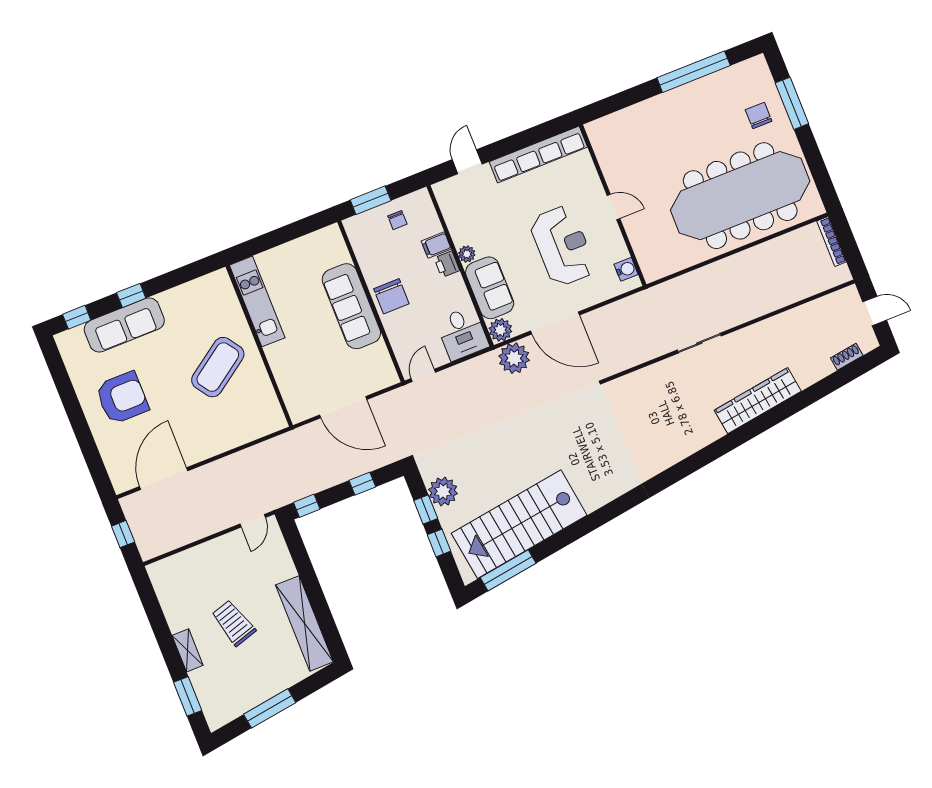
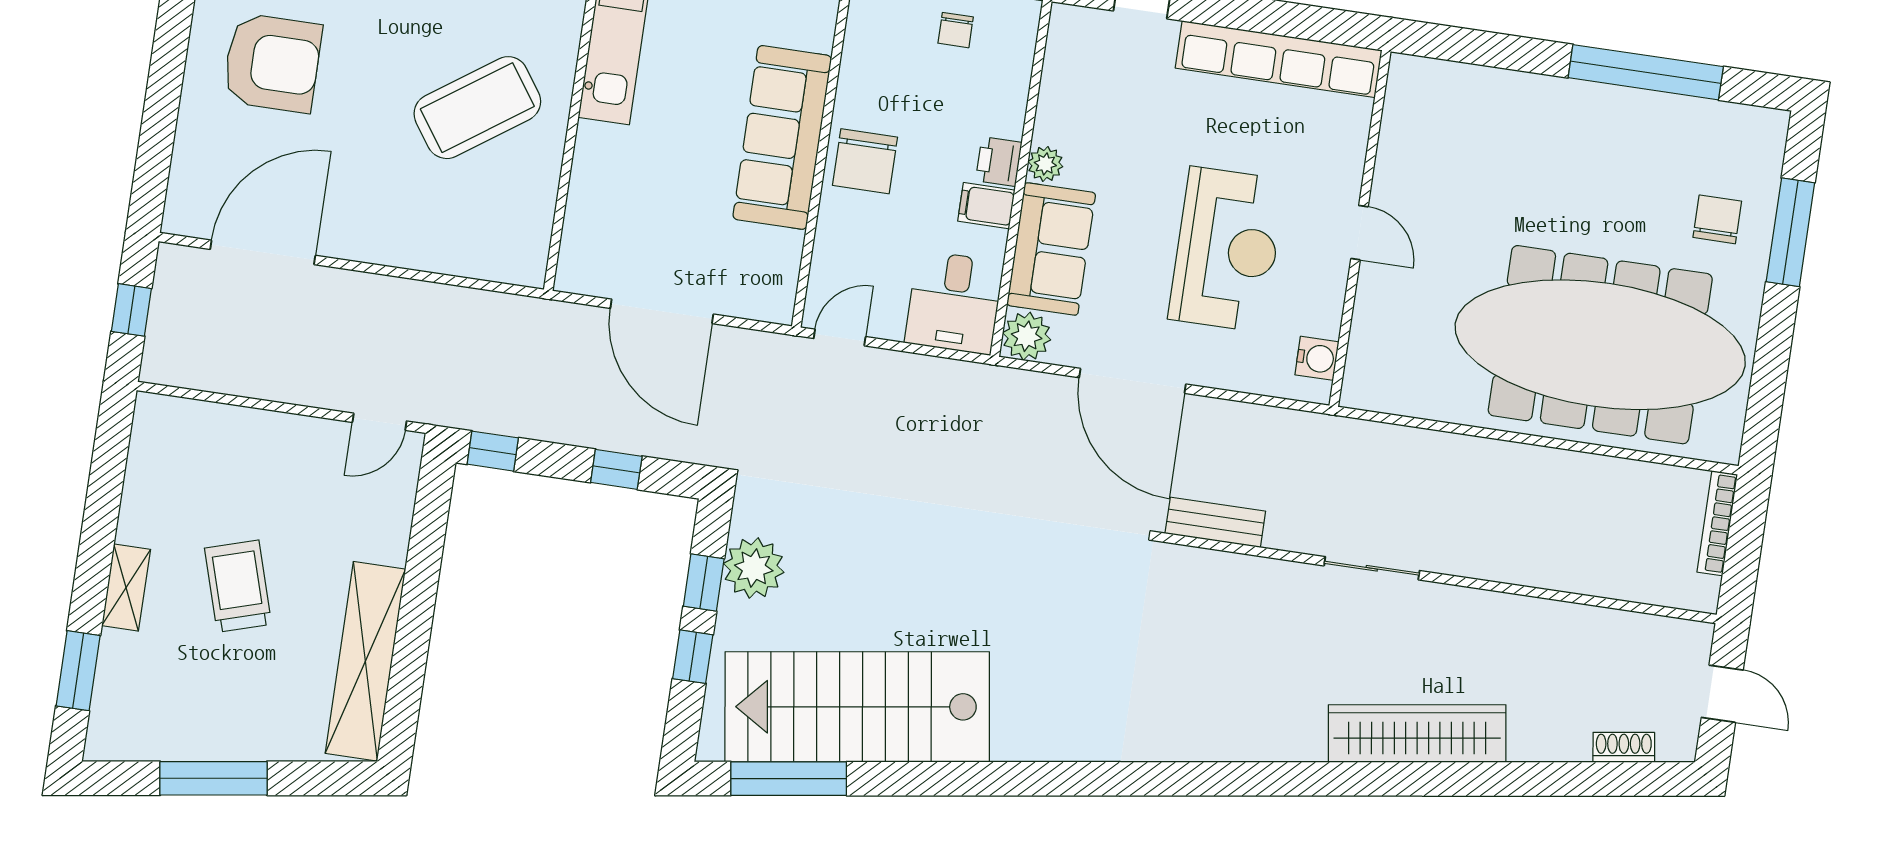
filing cabinet: (436, 245) -> (986, 206), moved
plant: (514, 358) -> (1022, 402), removed
bench: (623, 362) -> (1215, 522), added

